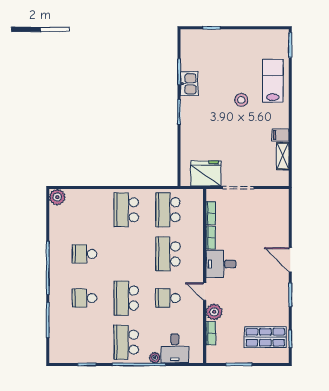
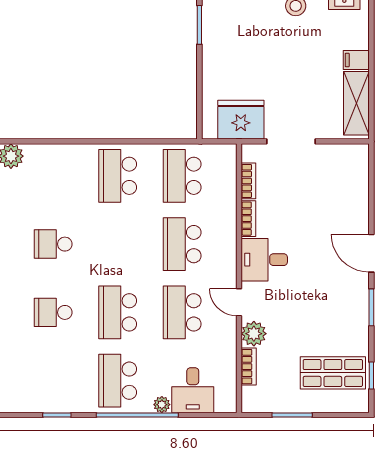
shelving: (283, 156) -> (356, 103), width x1.50, depth x1.33
school desk: (168, 298) -> (182, 312), width x1.85

